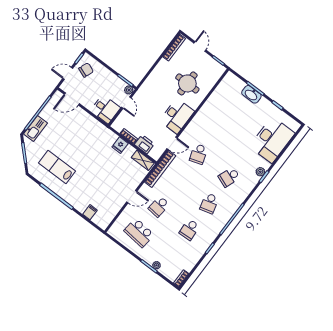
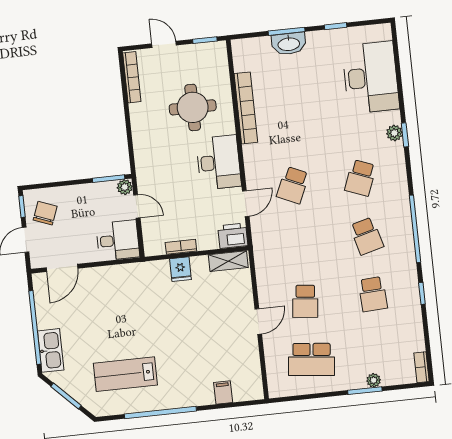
printer: (144, 144) -> (233, 236), moved
school desk: (199, 154) -> (293, 185), turned 42
bookcase: (160, 169) -> (246, 108), moved

